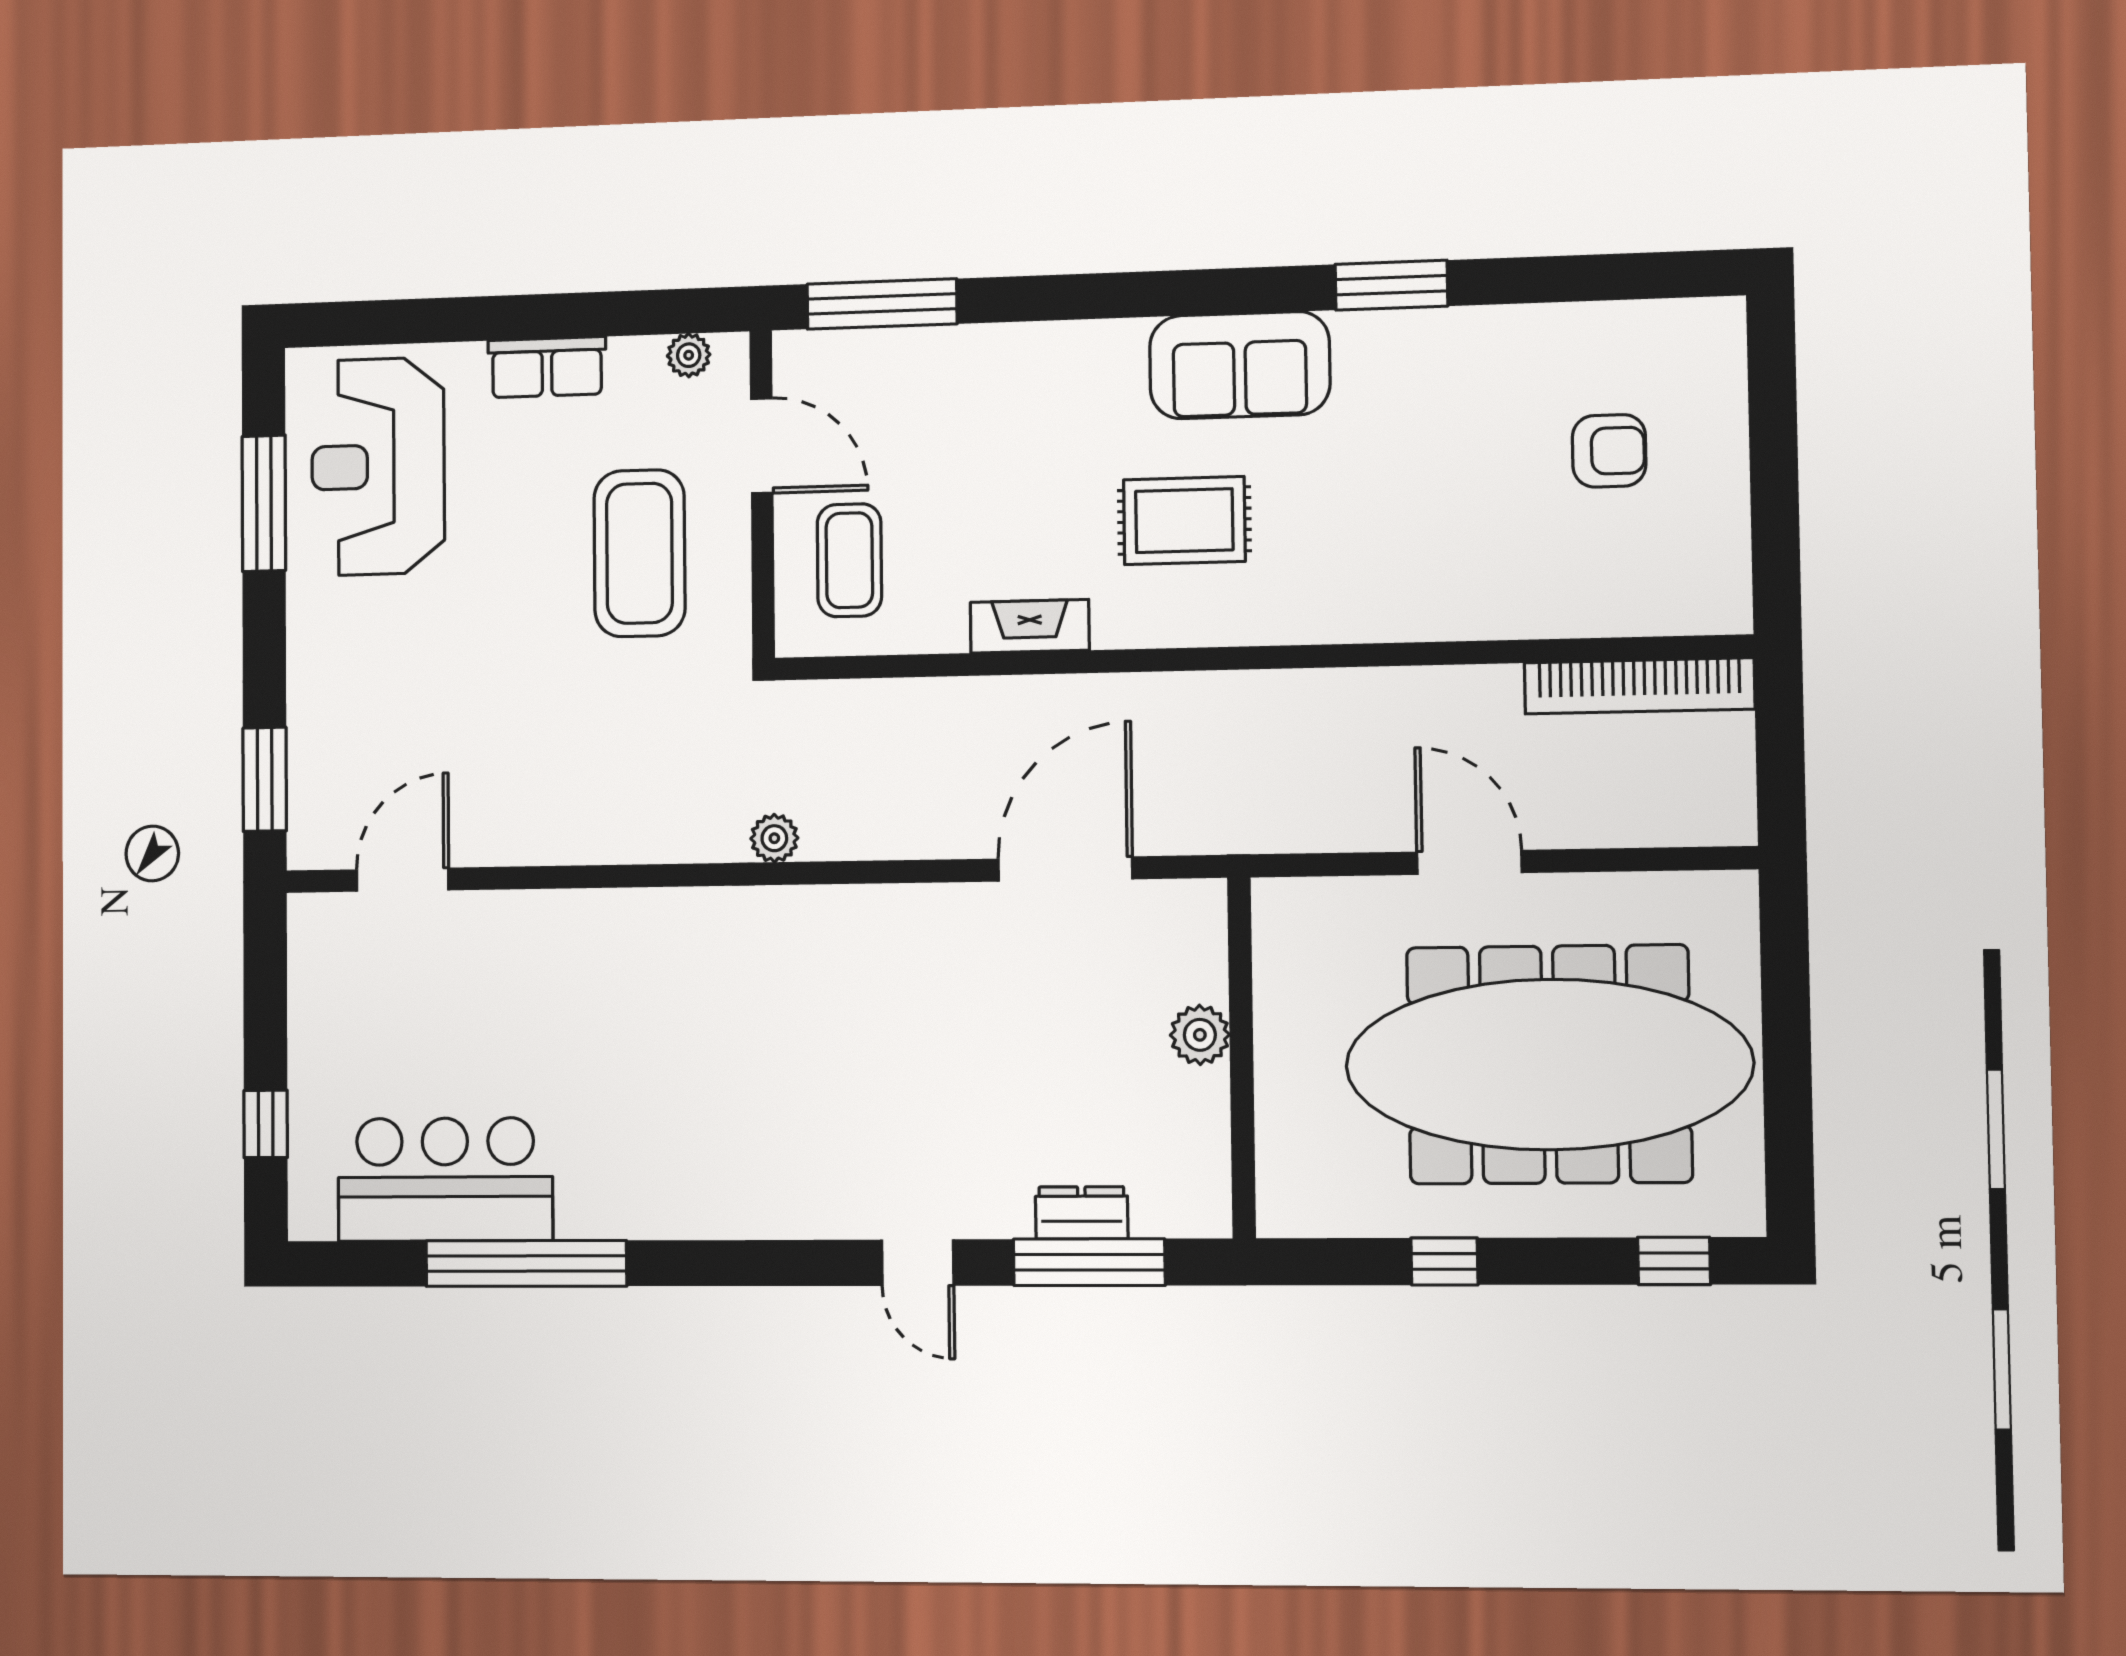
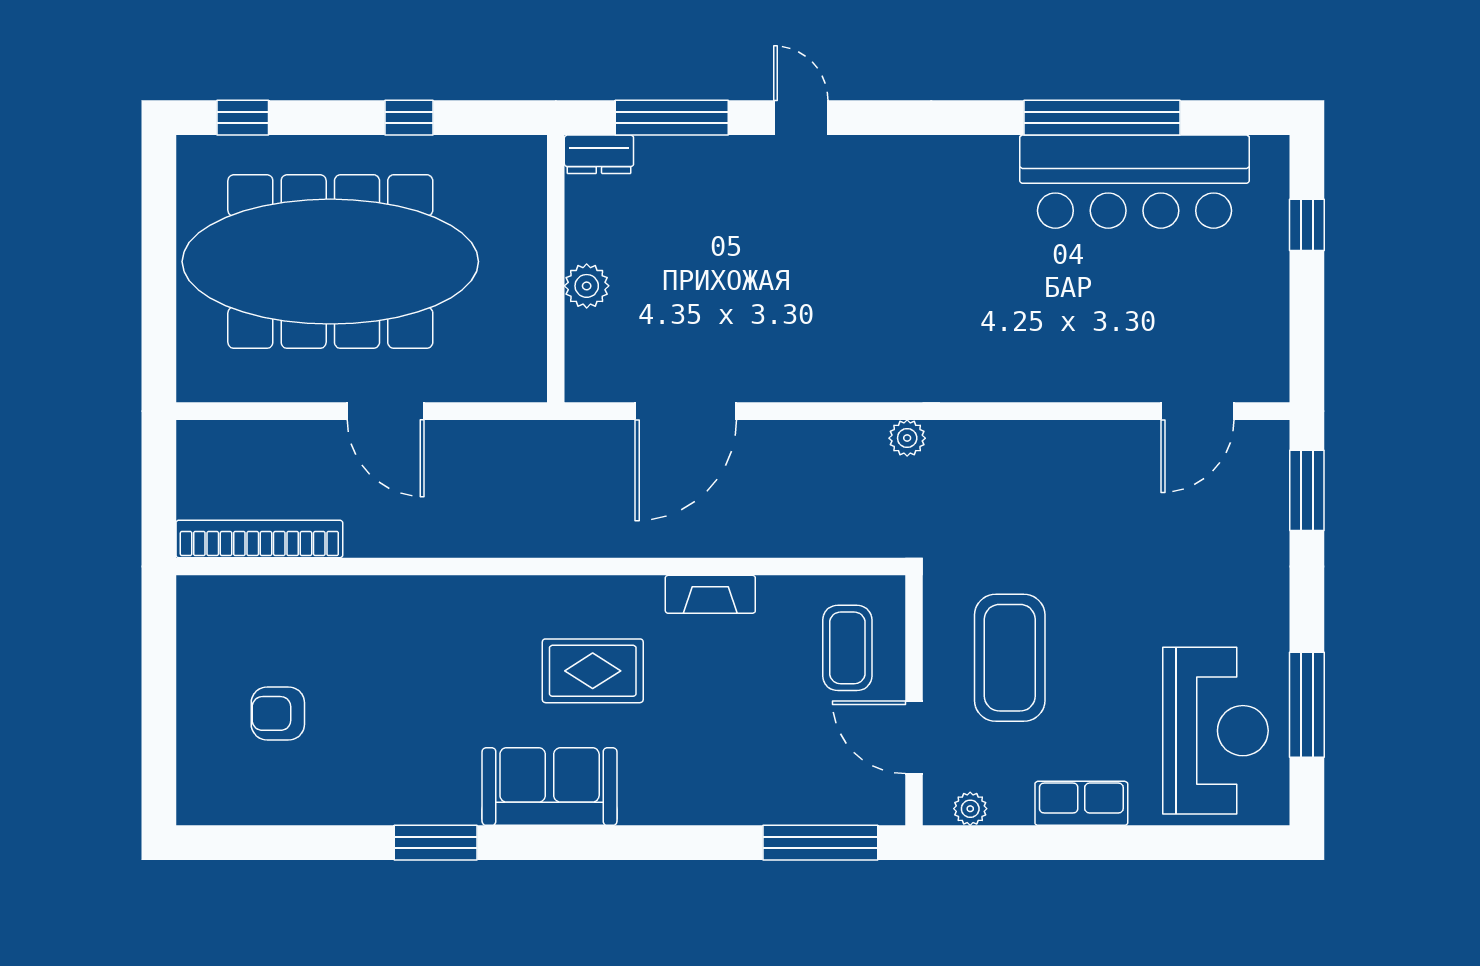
bar counter: (445, 1180) -> (1135, 182), width x1.36
dresser: (1082, 1213) -> (599, 154), moved

